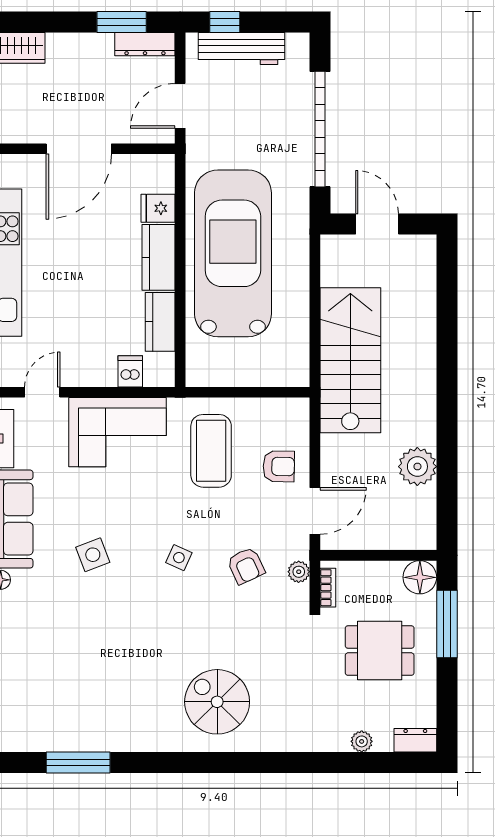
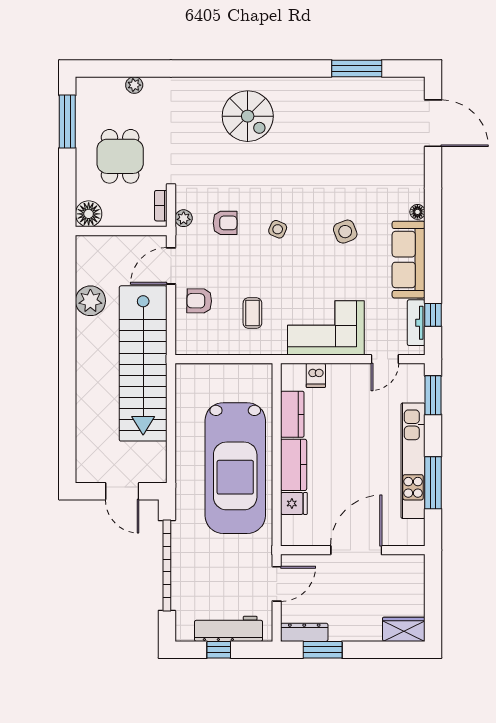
window: (225, 22) -> (219, 650), moved
stairs: (350, 360) -> (143, 363), width x1.36
coffee table: (211, 451) -> (252, 313), width x0.54, depth x0.58
armchair: (246, 566) -> (225, 223), turned 115
window: (447, 624) -> (67, 122), moved
dining table: (380, 651) -> (120, 156), turned 90
dresser: (415, 740) -> (92, 86), removed

